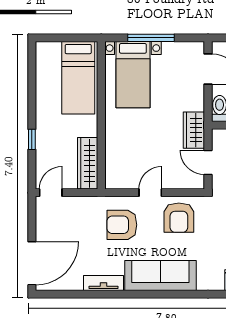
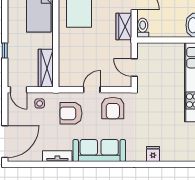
wardrobe: (194, 130) -> (124, 26), moved
door: (51, 193) -> (19, 90), swing flipped
side table: (79, 211) -> (40, 103), added

